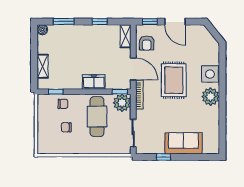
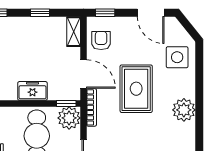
door: (175, 22) -> (151, 13), moved
armchair: (147, 43) -> (101, 41), turned 180
side table: (210, 74) -> (177, 57), moved

